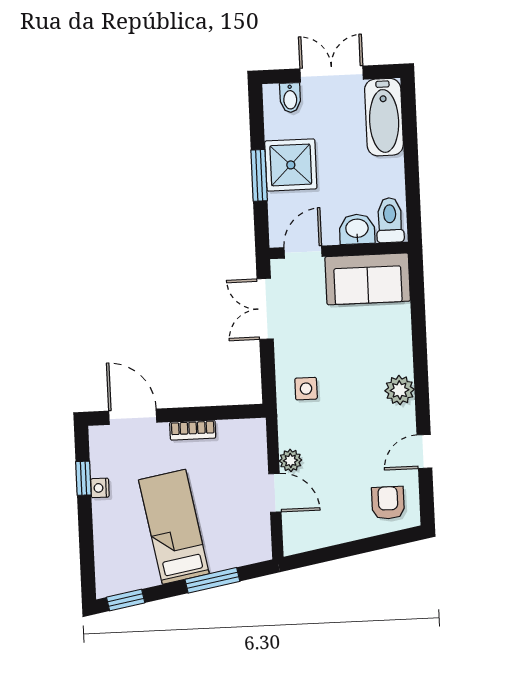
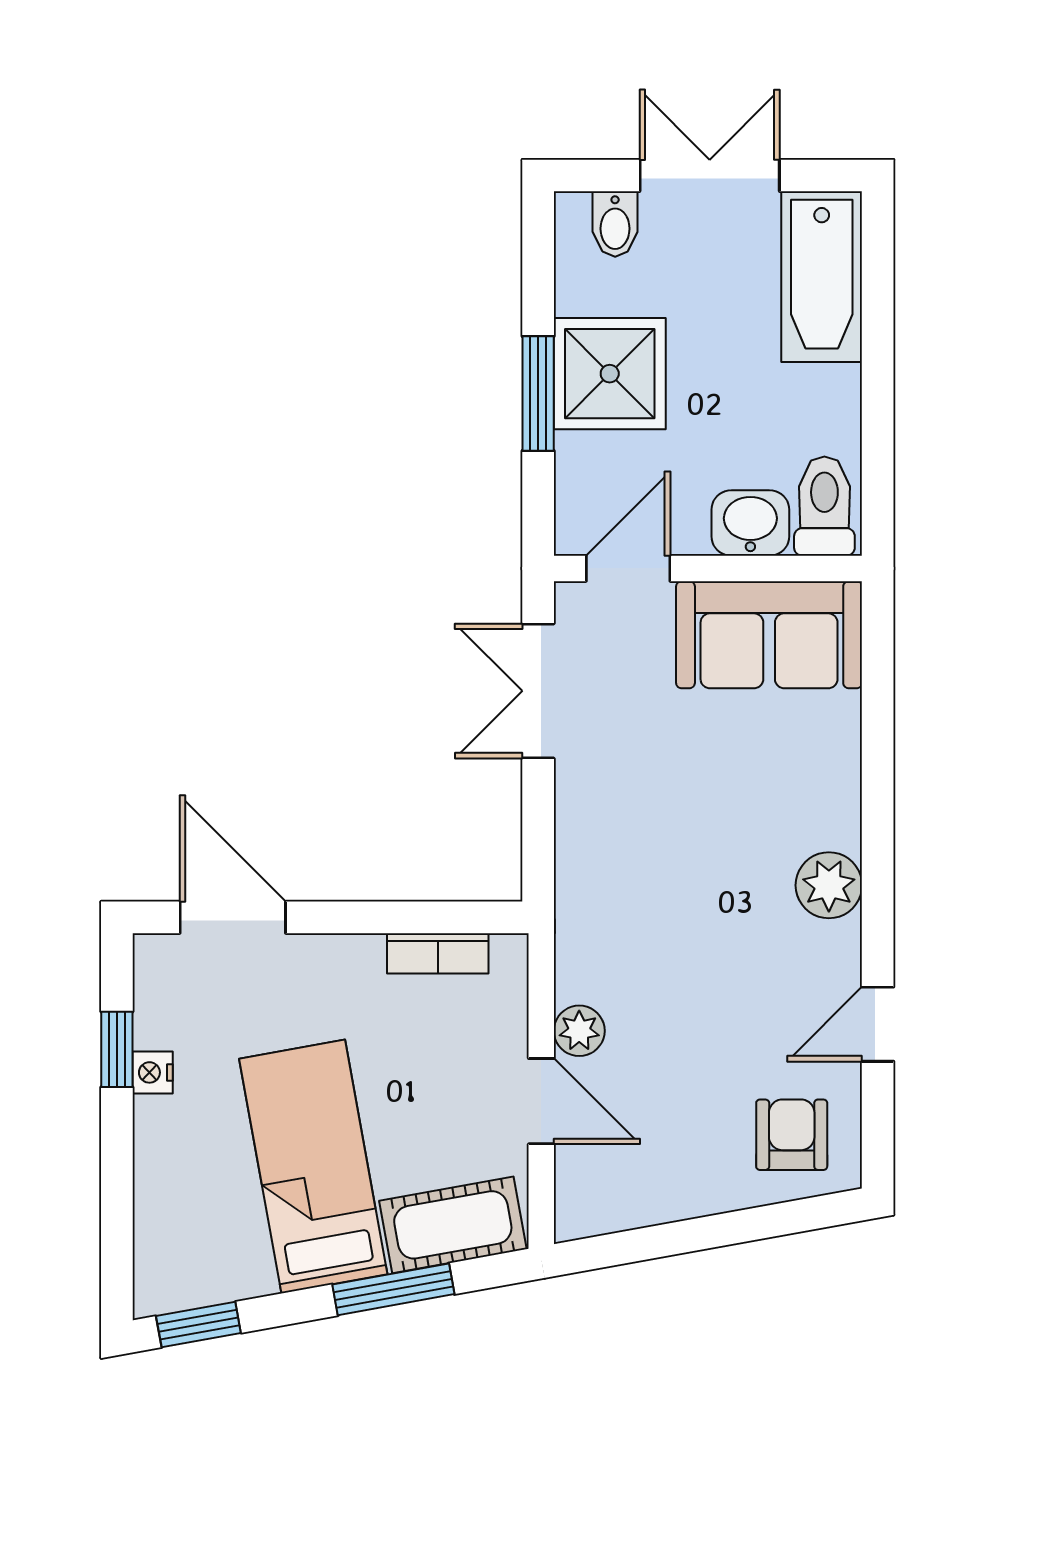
side table: (306, 389) -> (621, 873), removed
bookcase: (193, 430) -> (438, 953), moved
cot: (238, 550) -> (453, 1225), added

